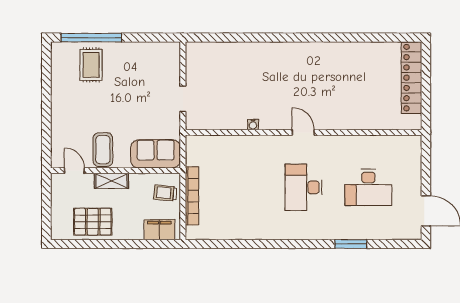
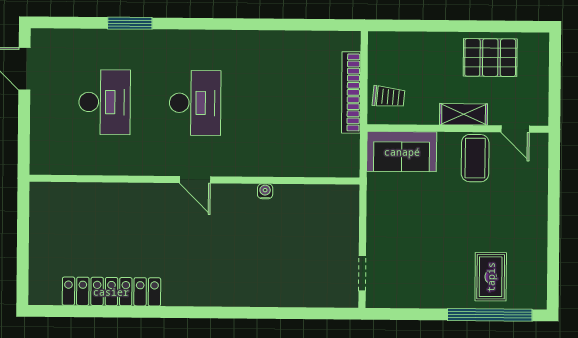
locker: (412, 78) -> (111, 292), moved, turned -90
doorway: (183, 99) -> (362, 273), moved
desk: (368, 187) -> (105, 102), turned 90
filing cabinet: (159, 230) -> (397, 46), removed

